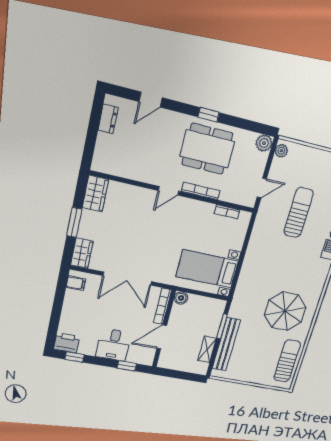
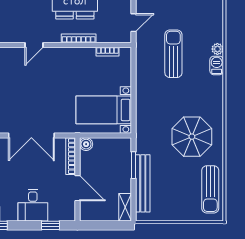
door: (168, 191) -> (34, 45), moved
sun lounger: (299, 213) -> (173, 54), moved
door: (162, 337) -> (77, 188), swing flipped
shelving: (207, 349) -> (125, 207), moved
sun lounger: (287, 361) -> (210, 189), turned 180

